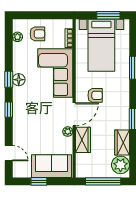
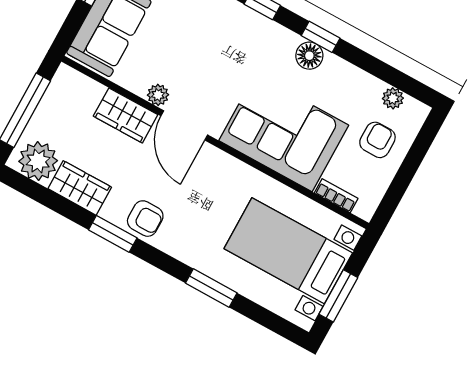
armchair: (37, 34) -> (377, 140), turned 180
armchair: (95, 95) -> (145, 219), moved, turned -90

